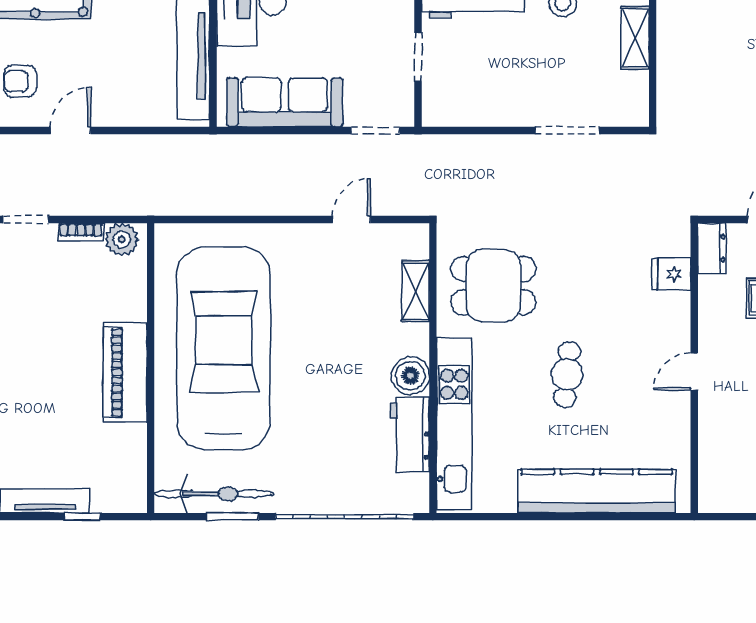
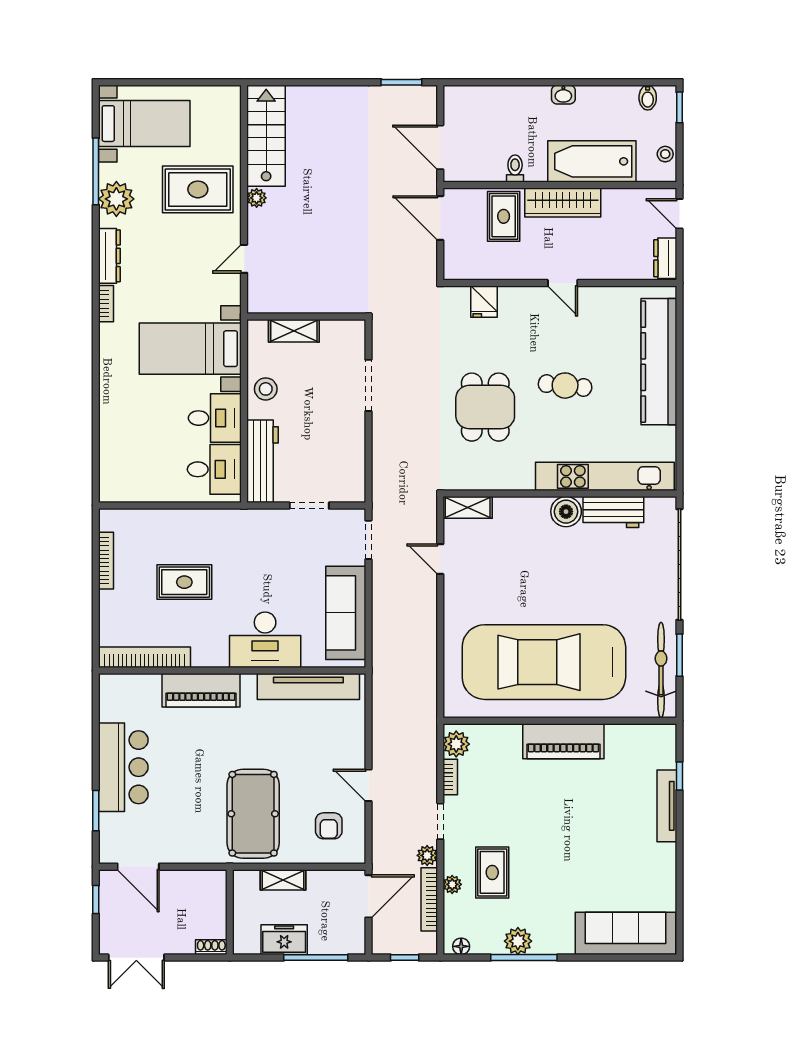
dresser: (712, 248) -> (665, 258), moved, turned -90
dining table: (493, 286) -> (485, 407), moved
shelving: (416, 291) -> (468, 507), moved

